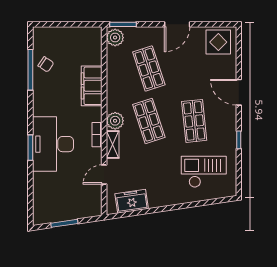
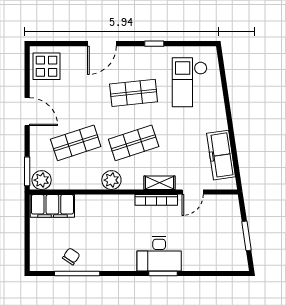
filing cabinet: (92, 86) -> (52, 206), moved
plant: (115, 121) -> (111, 180), moved
bookcase: (97, 135) -> (156, 200), width x1.56
desk: (53, 144) -> (159, 254), width x0.73, depth x0.77
door: (104, 174) -> (193, 192), hinge flipped
freezer: (132, 201) -> (221, 155), width x1.40

